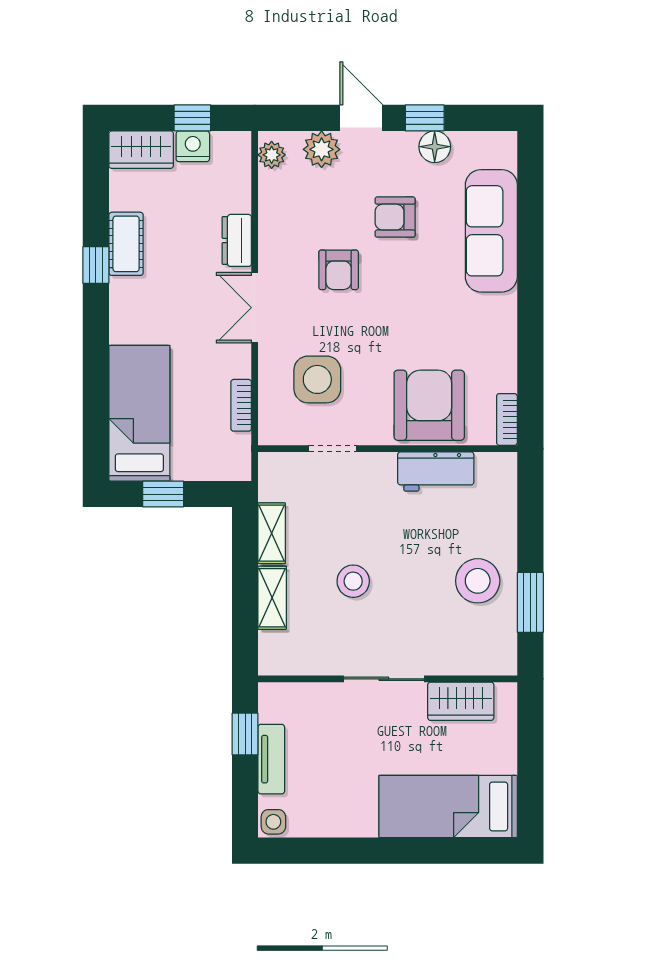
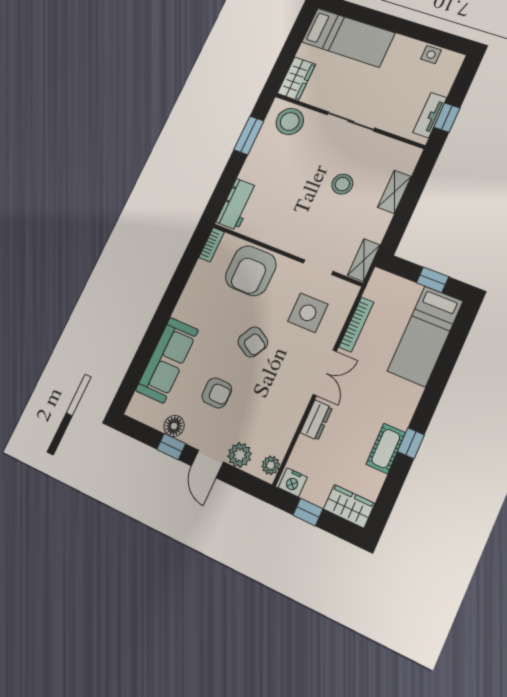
nightstand: (193, 146) -> (293, 482), moved
armchair: (339, 270) -> (253, 342), moved, turned 119
bookcase: (241, 405) -> (356, 325), width x1.56
workbench: (436, 472) -> (237, 204), moved, turned 90
shelving: (272, 533) -> (364, 260), moved
stool: (478, 581) -> (290, 121), moved
wardrobe: (461, 701) -> (296, 79), moved, turned 90
tv unit: (271, 759) -> (430, 115), moved
side table: (273, 822) -> (431, 55), moved

